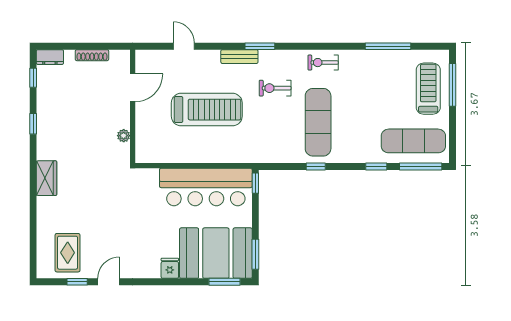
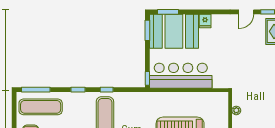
window: (376, 167) -> (78, 90), moved

